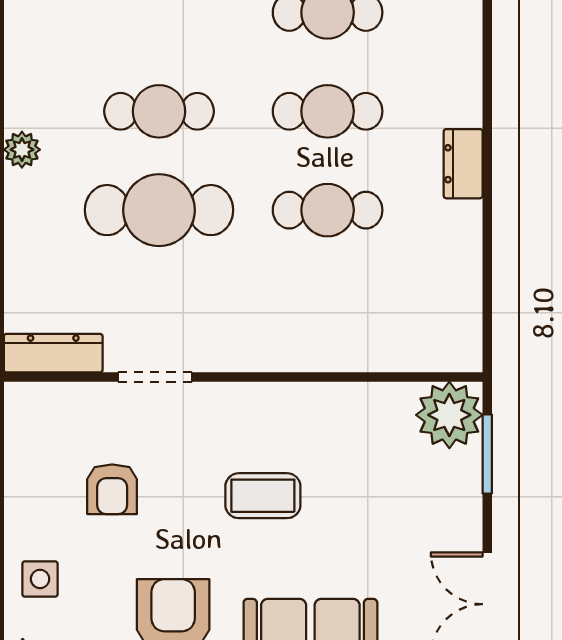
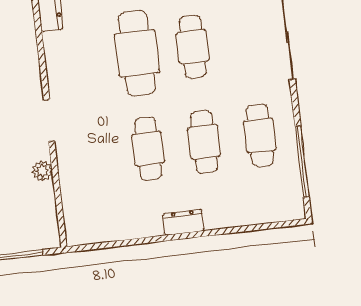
doorway: (155, 377) -> (49, 121), moved
plant: (449, 415) -> (42, 171), moved, width x0.53, depth x0.53

